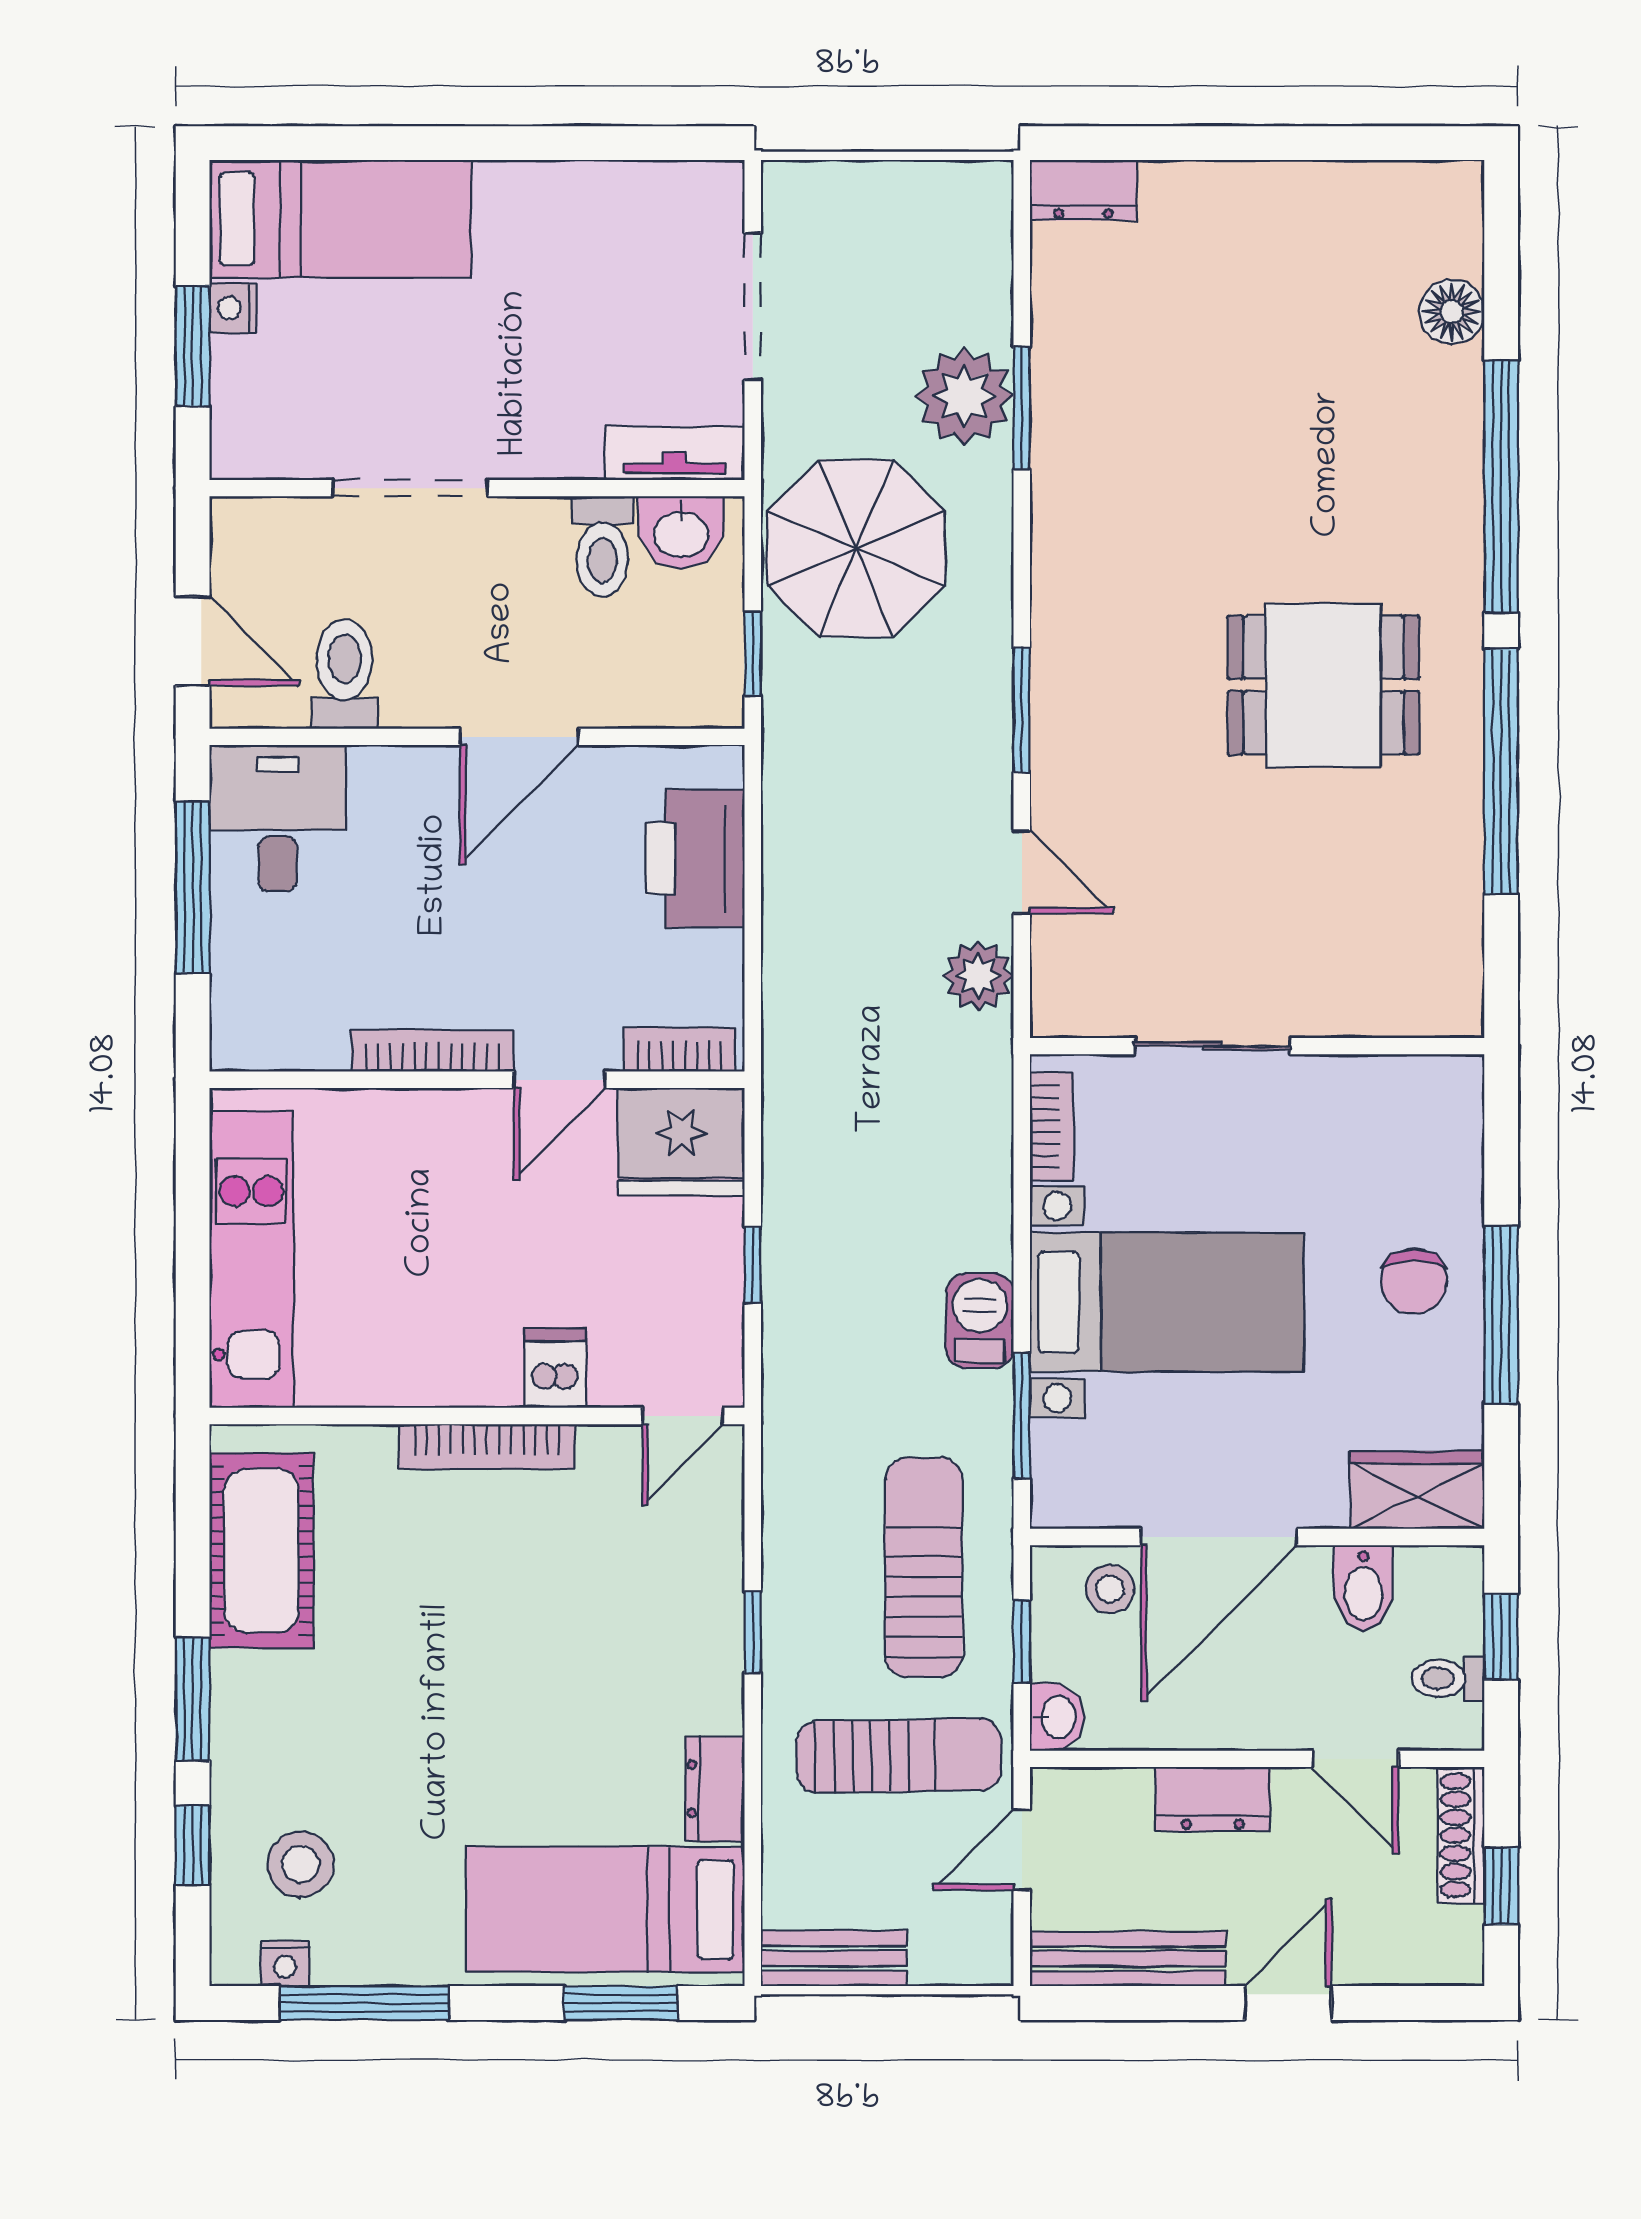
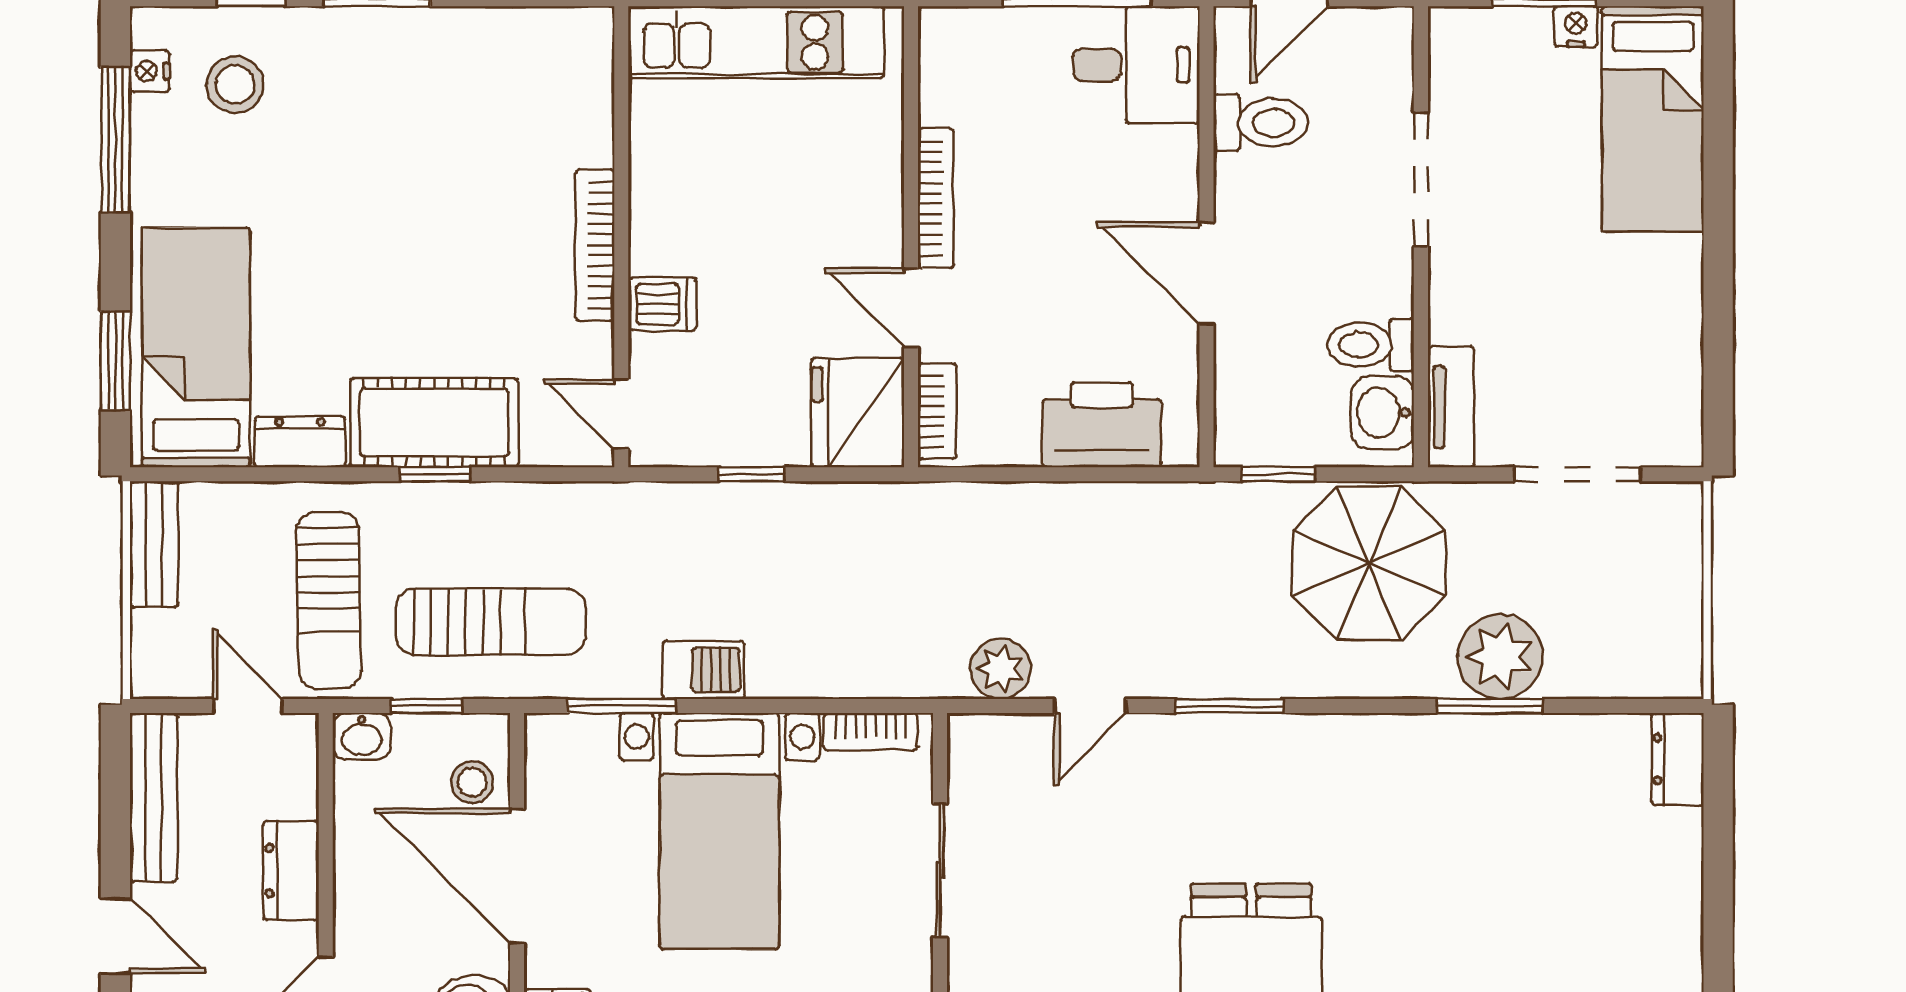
cot: (261, 1551) -> (434, 423), moved

